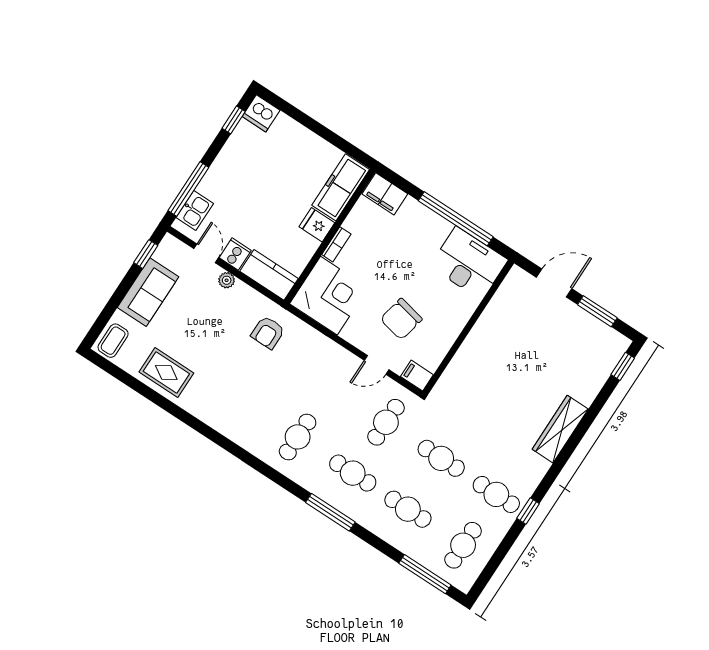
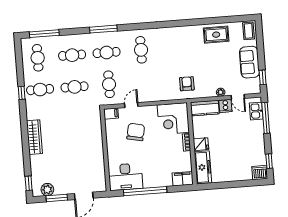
plant: (602, 335) -> (47, 190), added

